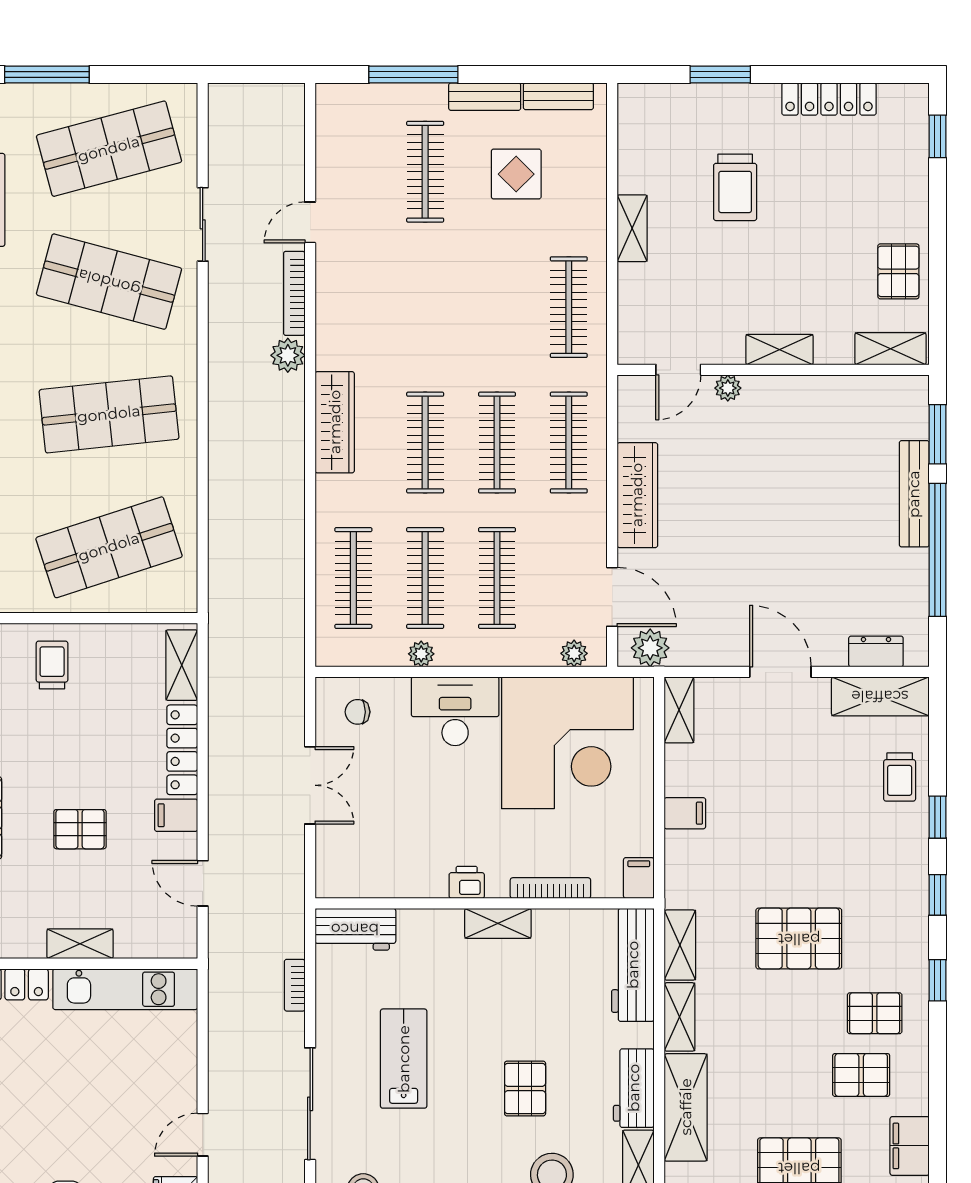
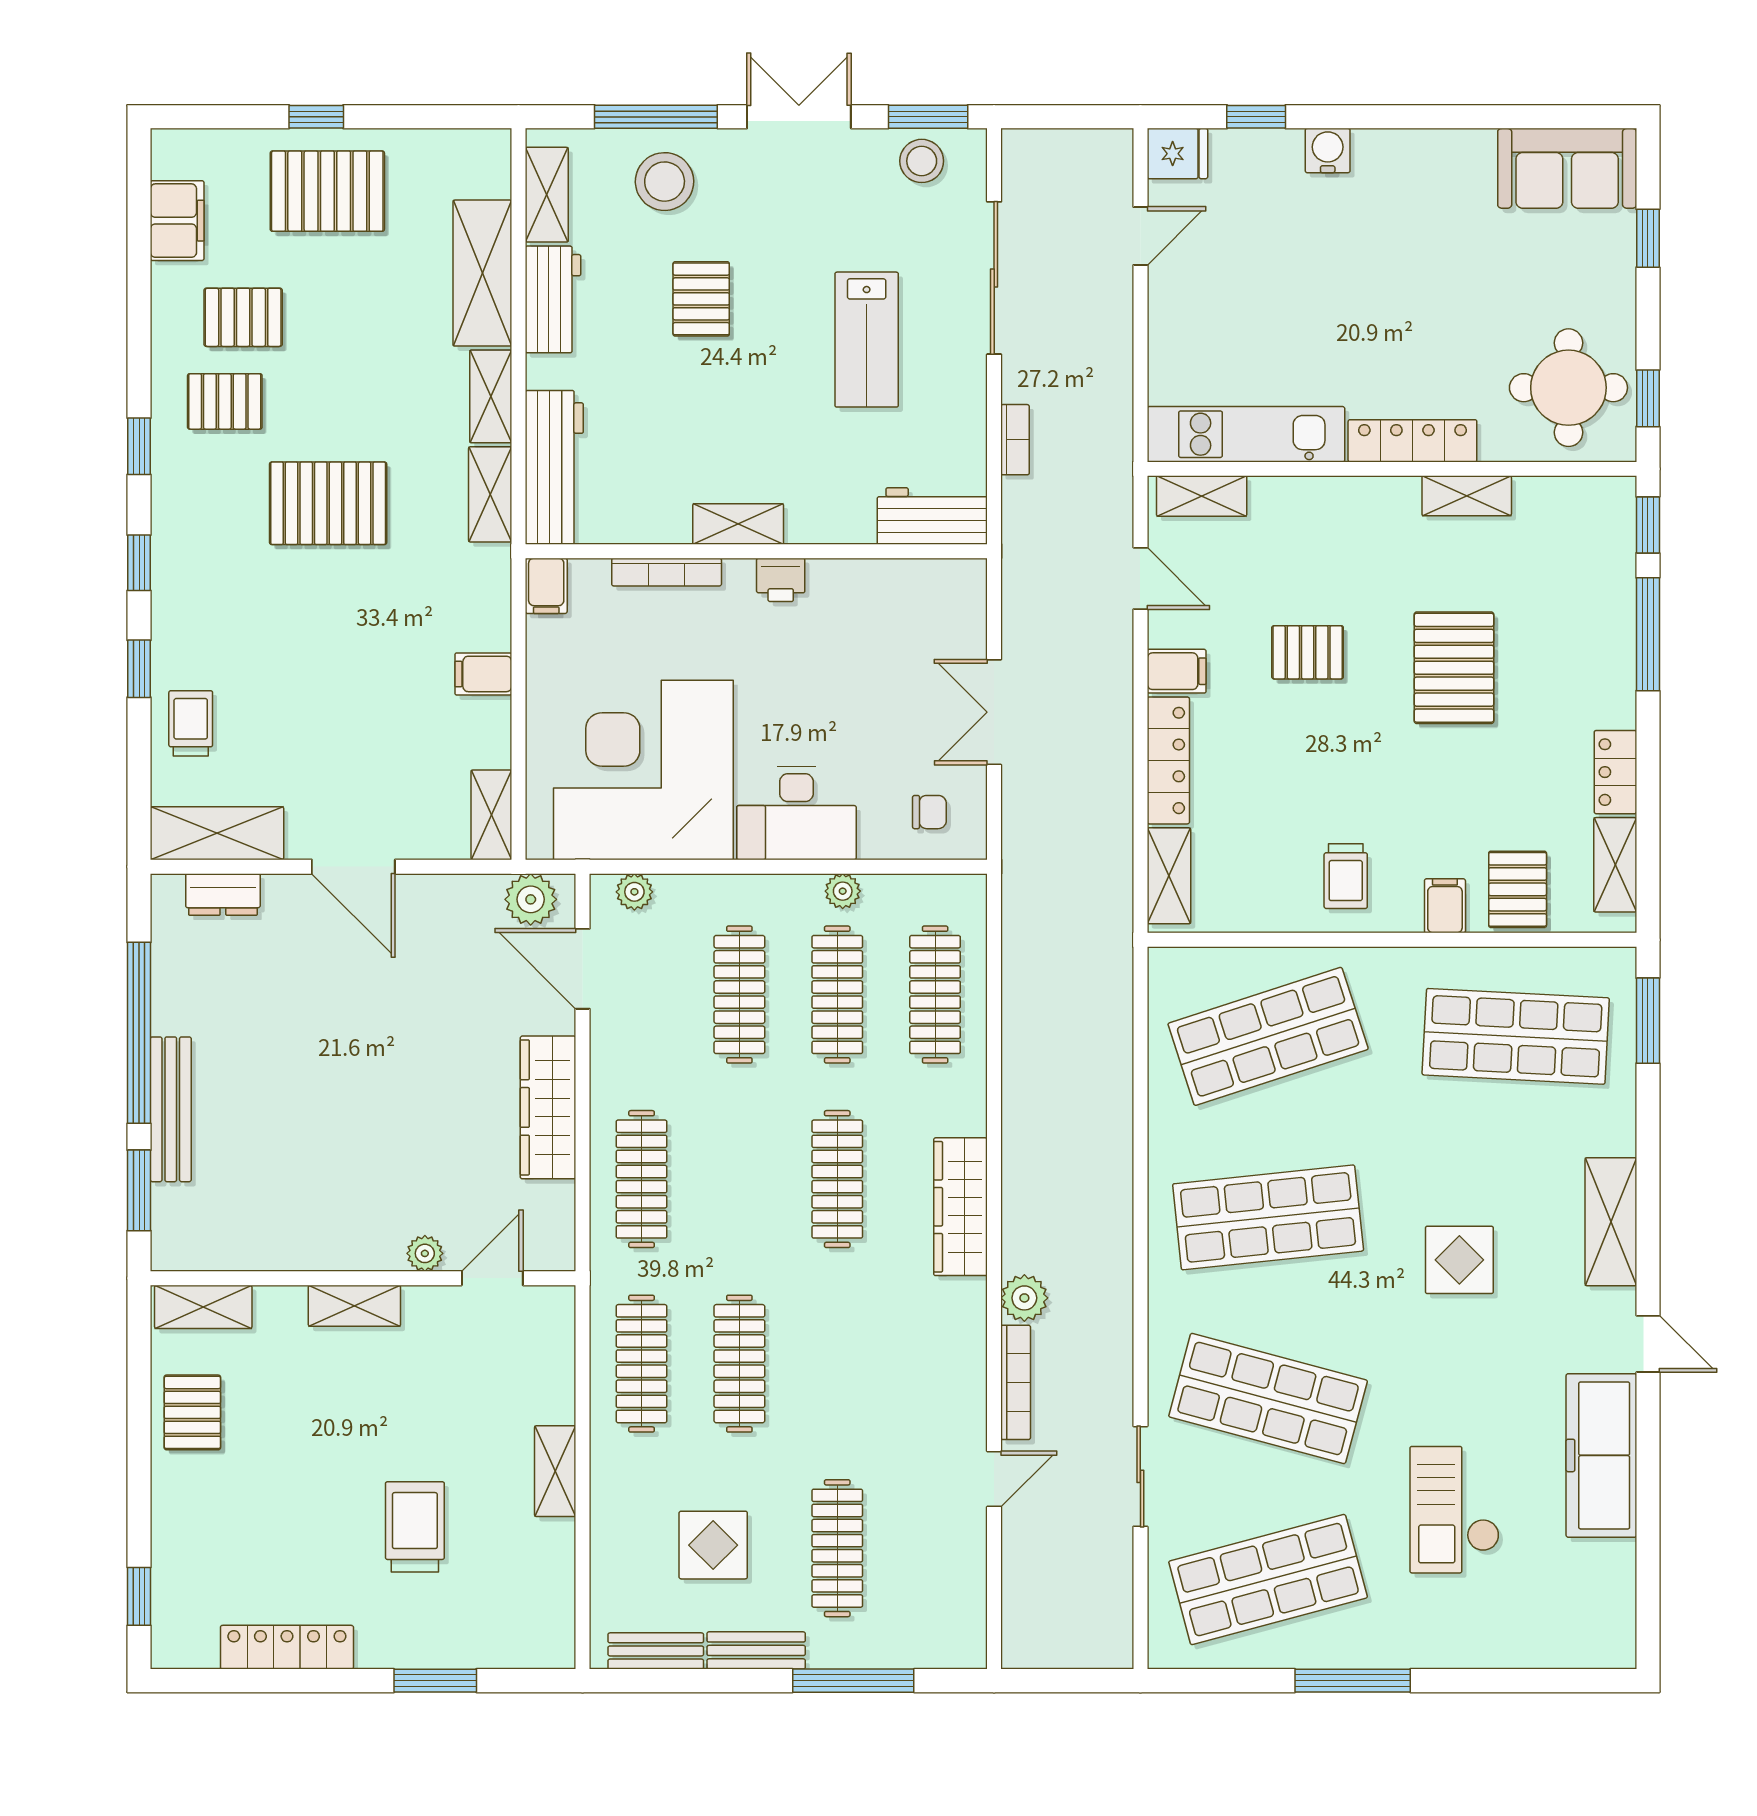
clothes rail: (497, 443) -> (739, 1364), moved
shelving: (80, 944) -> (1202, 496), moved

